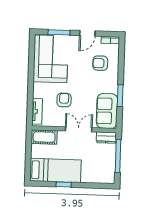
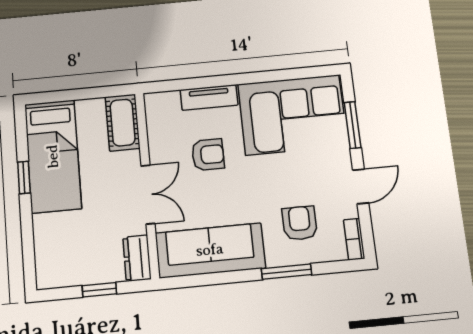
door: (87, 33) -> (361, 186), swing flipped
window: (120, 96) -> (287, 272), moved
tv unit: (37, 111) -> (209, 97), moved
sofa: (107, 111) -> (210, 250), width x1.36
window: (118, 156) -> (99, 290), width x0.46

